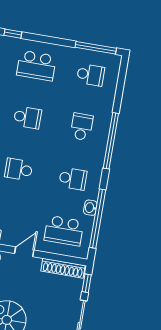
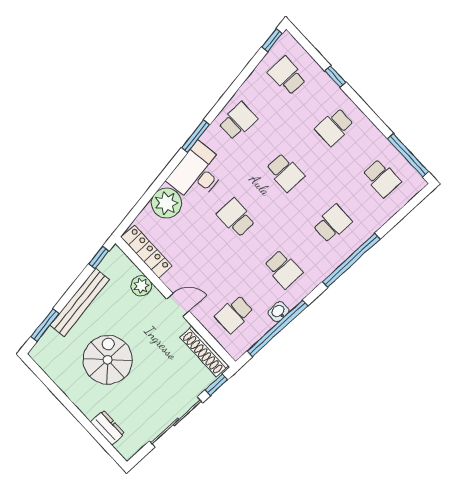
school desk: (36, 66) -> (334, 127), width x0.54
school desk: (64, 231) -> (234, 314), width x0.54

